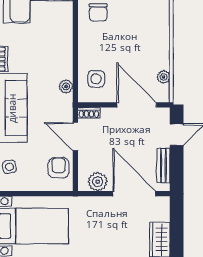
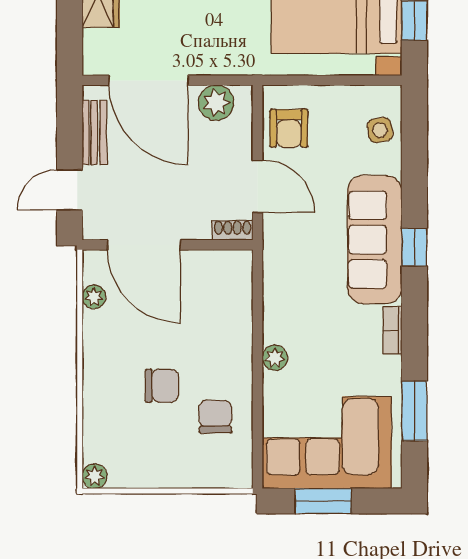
chair: (127, 29) -> (162, 386), added
side table: (96, 79) -> (219, 293), removed
plant: (66, 86) -> (275, 358), moved

